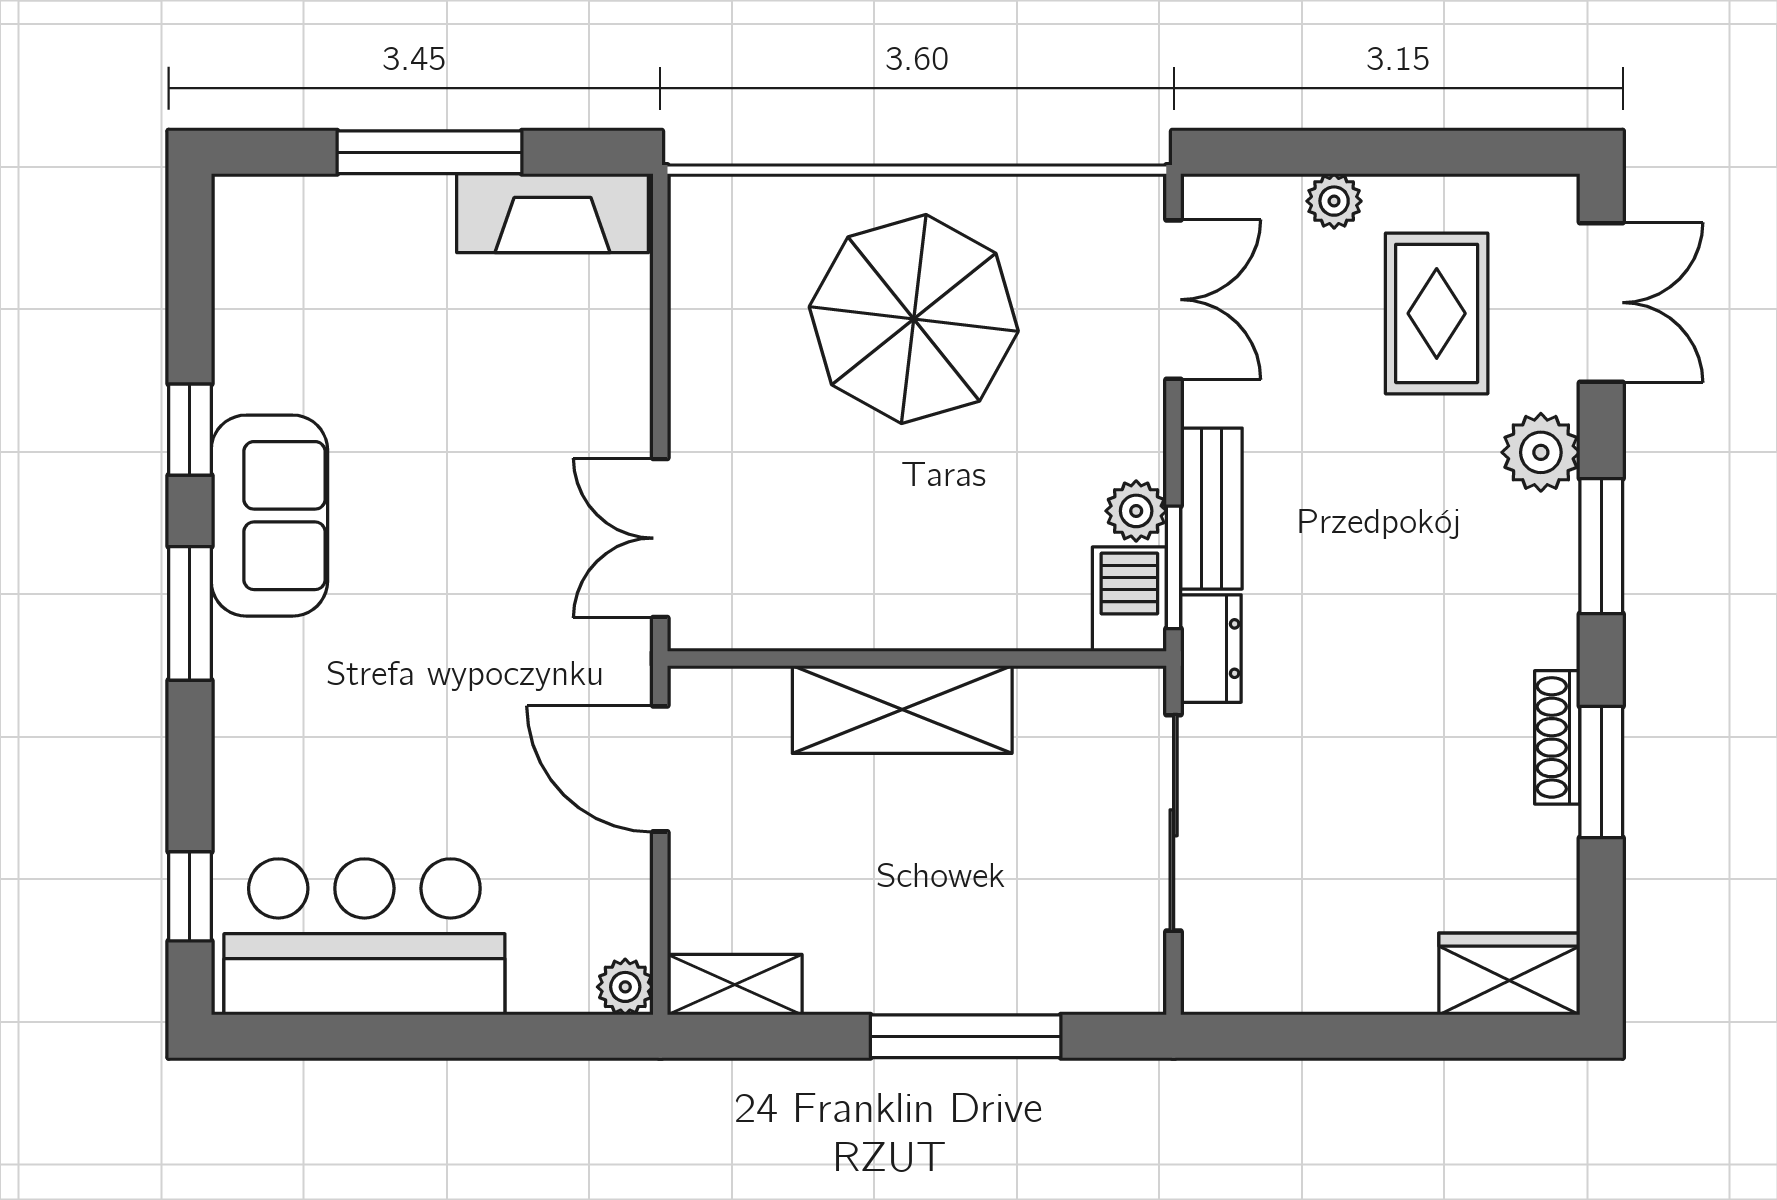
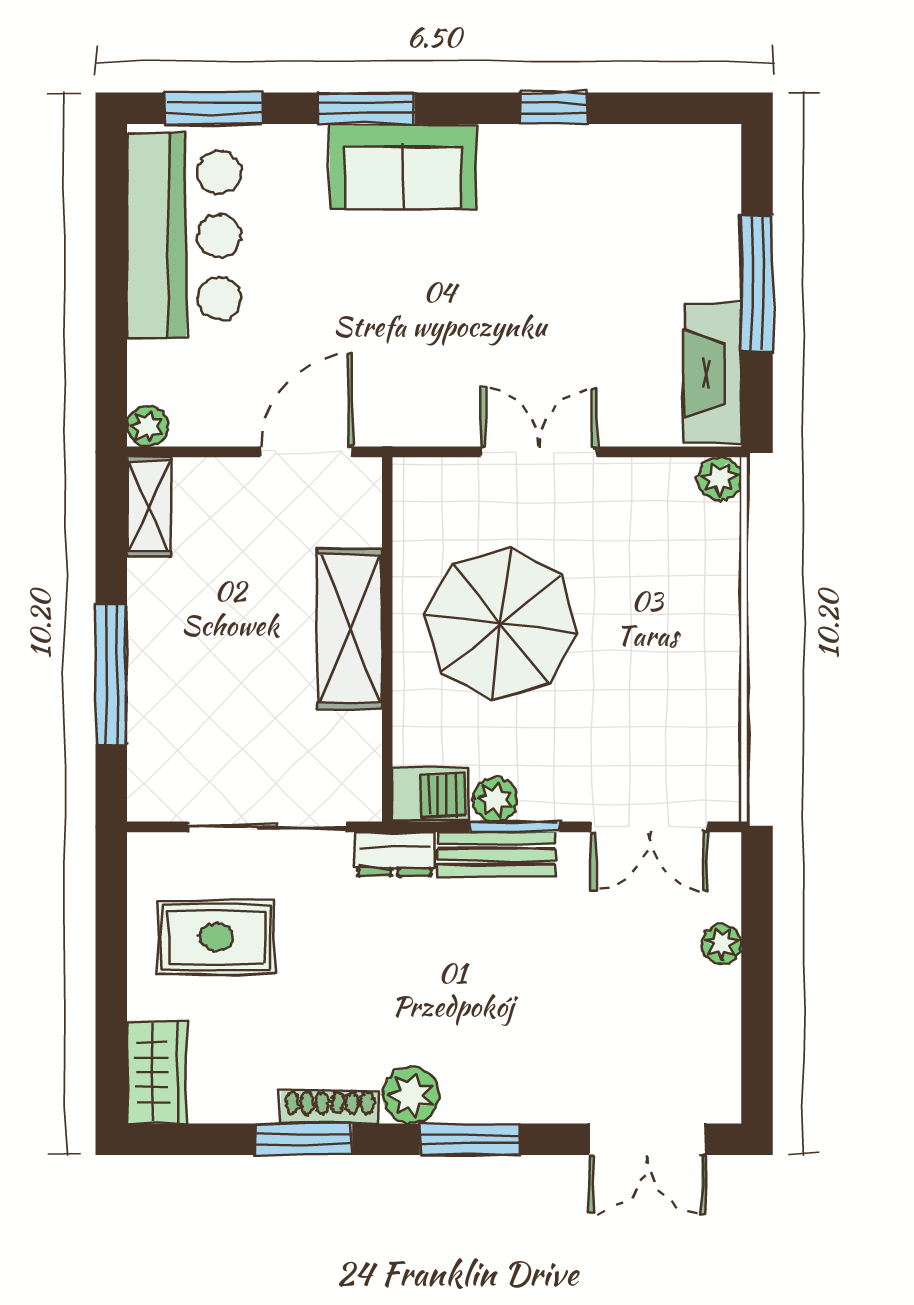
plant: (697, 203) -> (720, 479), added
rug: (1437, 313) -> (216, 937), moved
parasol: (914, 319) -> (501, 624), moved
plant: (1541, 452) -> (411, 1095), moved
sofa: (269, 516) -> (403, 166), moved
double door: (660, 538) -> (539, 452), moved
window: (1174, 567) -> (514, 827), moved
window: (190, 613) -> (366, 108), moved
window: (190, 896) -> (213, 108), width x1.50

